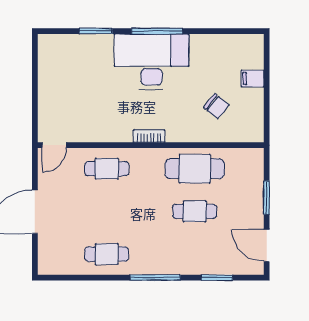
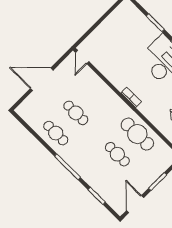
door: (54, 145) -> (82, 57), hinge flipped
cafe table: (107, 169) -> (76, 113), moved

